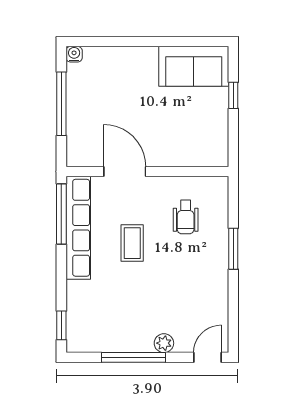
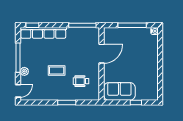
sofa: (194, 66) -> (119, 91), moved, turned 90
row of seats: (78, 228) -> (43, 33), moved
coffee table: (132, 243) -> (57, 70), moved
door: (208, 357) -> (18, 91), hinge flipped

